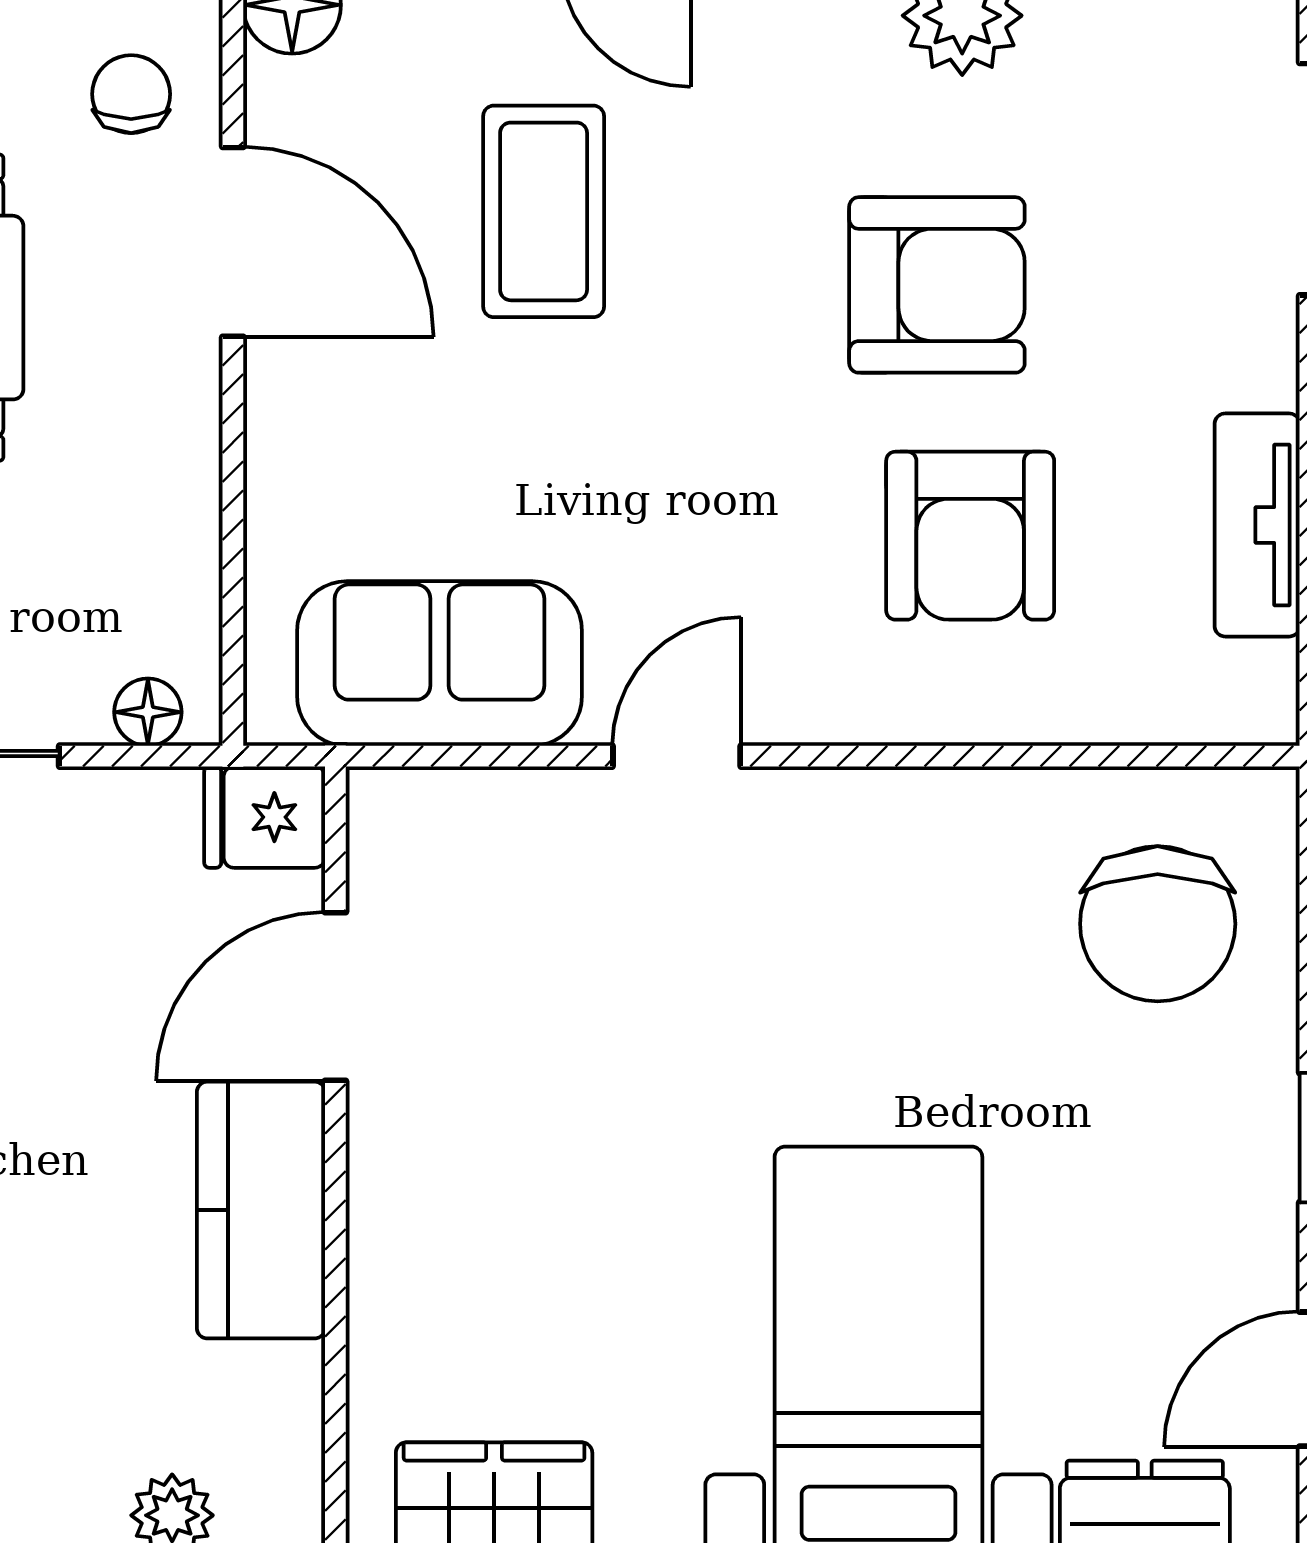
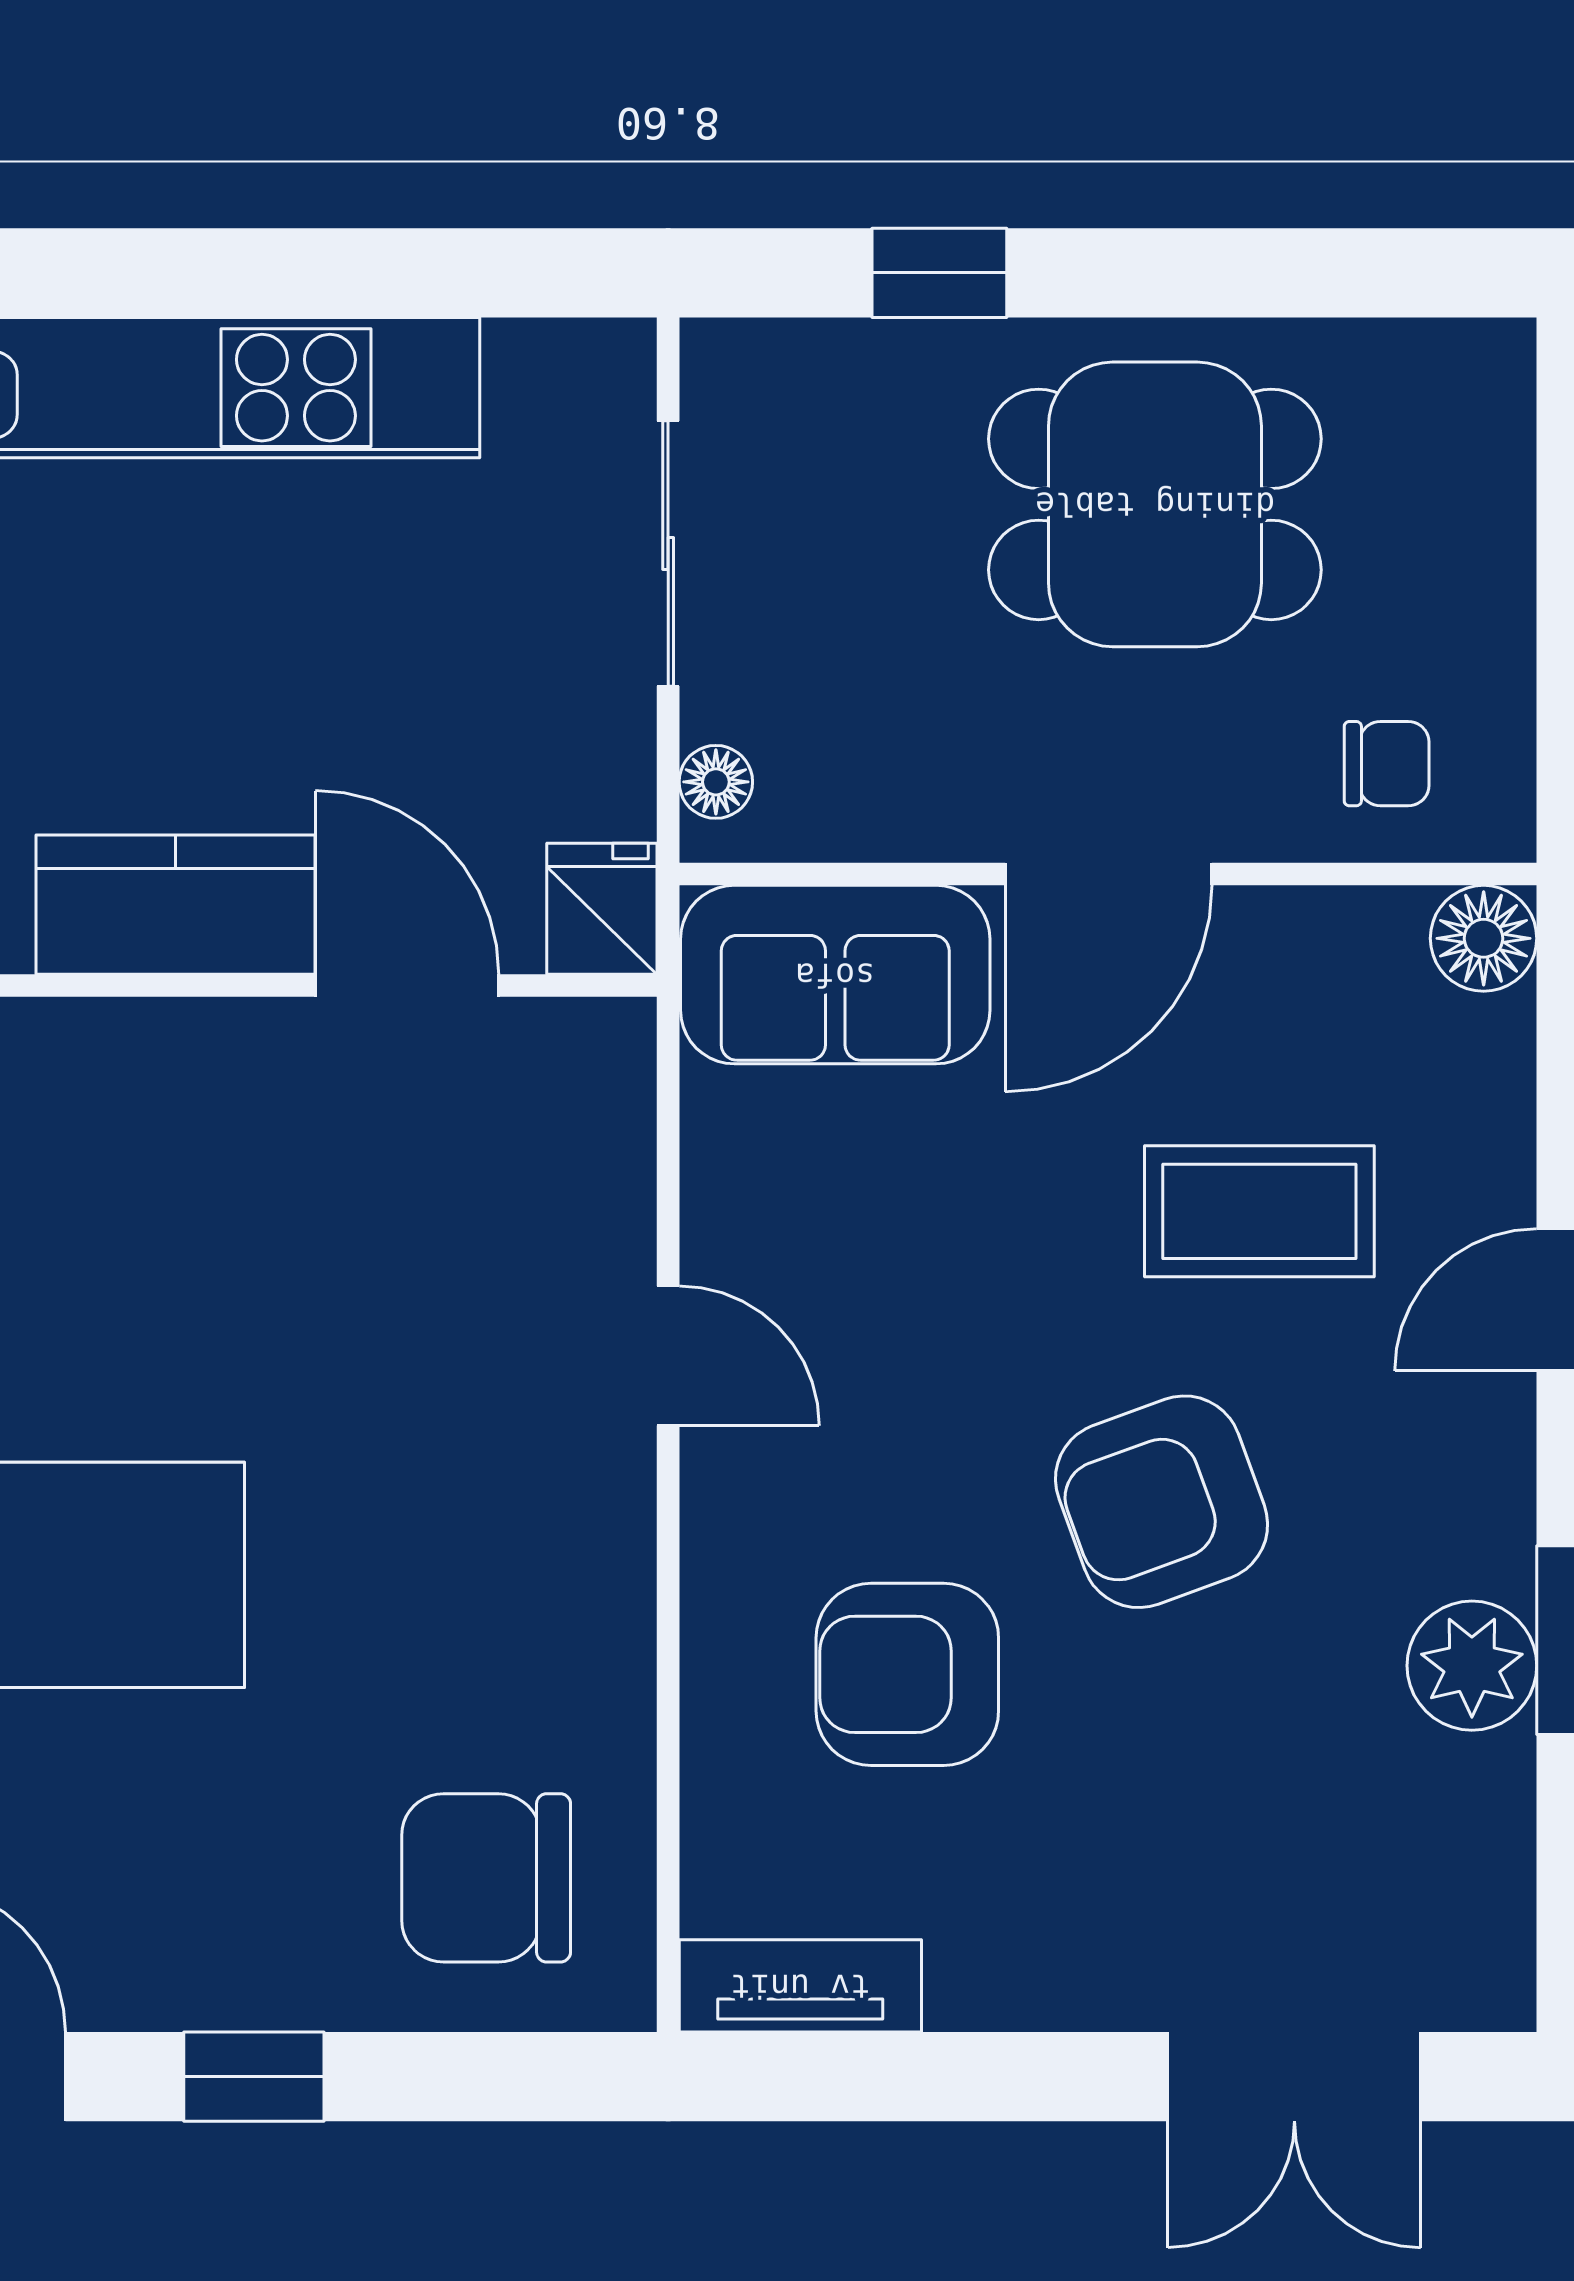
door: (233, 242) -> (1109, 874), moved
armchair: (937, 285) -> (1162, 1502), moved, turned 70
tv unit: (1257, 525) -> (800, 1986), moved
sofa: (440, 663) -> (835, 975), moved, turned 90

